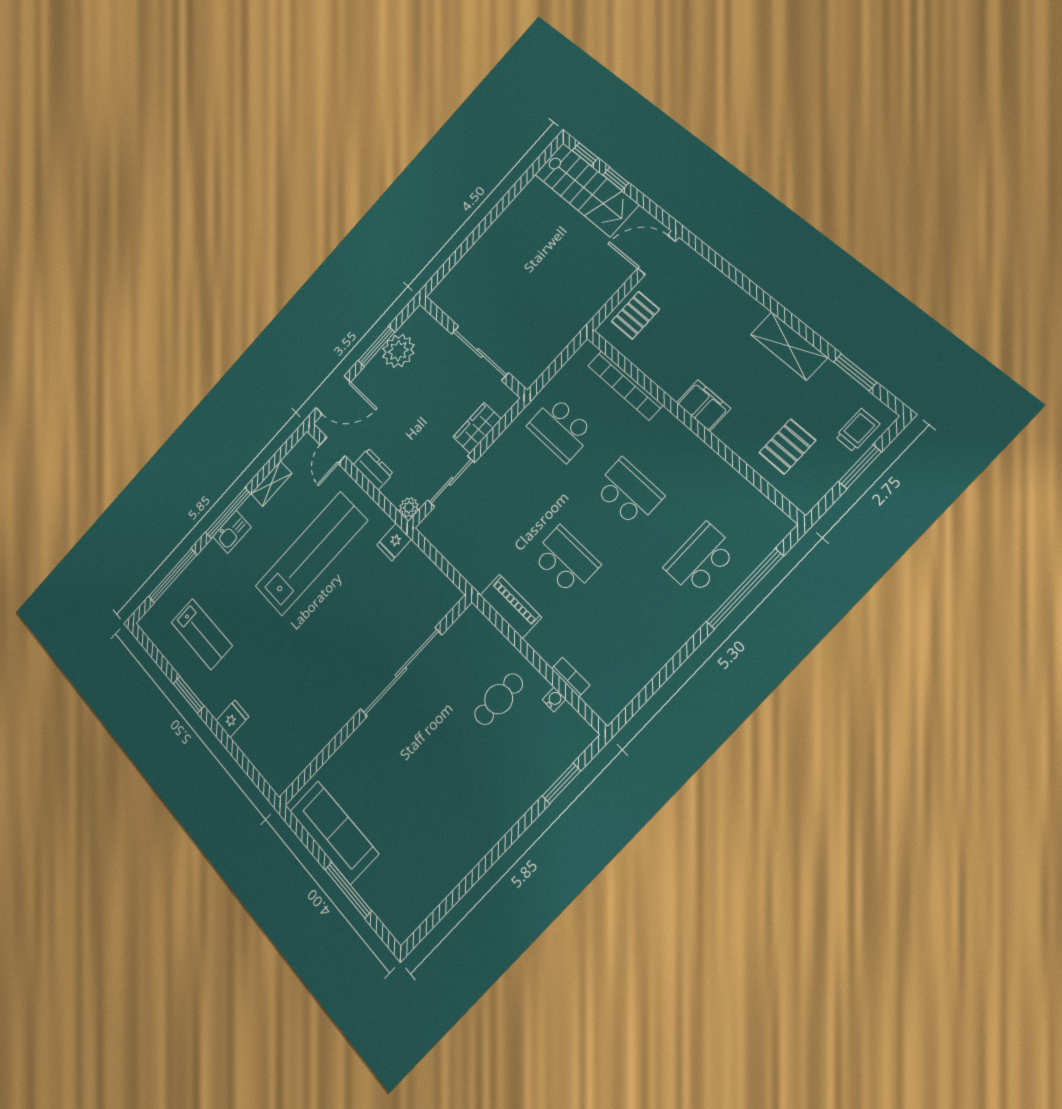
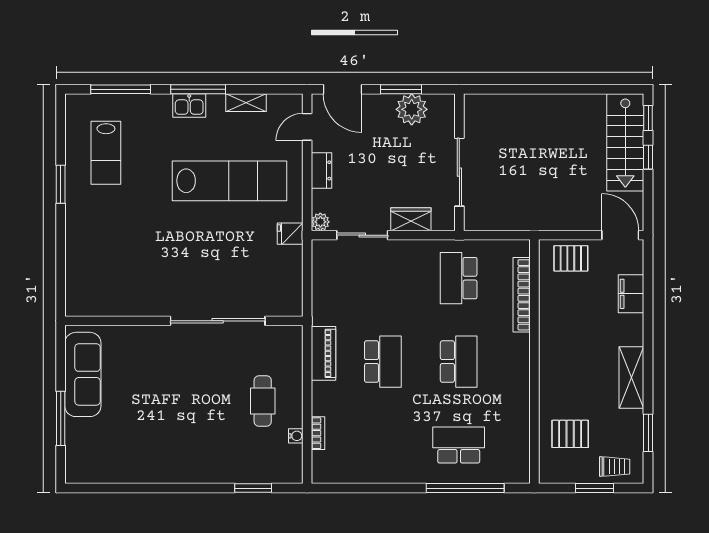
filing cabinet: (704, 406) -> (631, 294), moved, turned 180
cafe table: (499, 699) -> (263, 401), turned 90
fridge: (232, 719) -> (78, 233), removed

